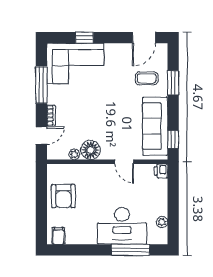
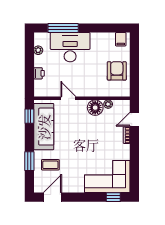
window: (84, 38) -> (113, 197), moved
window: (41, 85) -> (134, 160), removed
printer: (161, 171) -> (39, 73), moved

